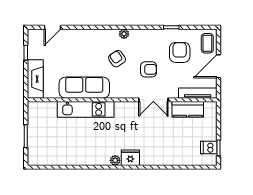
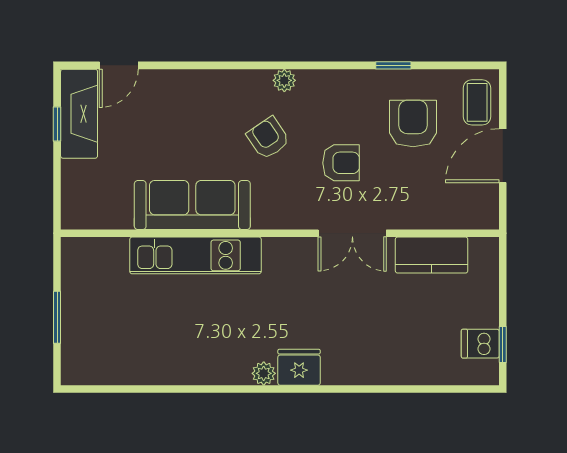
fireplace: (35, 79) -> (79, 114), moved
tv unit: (198, 93) -> (455, 218), removed

